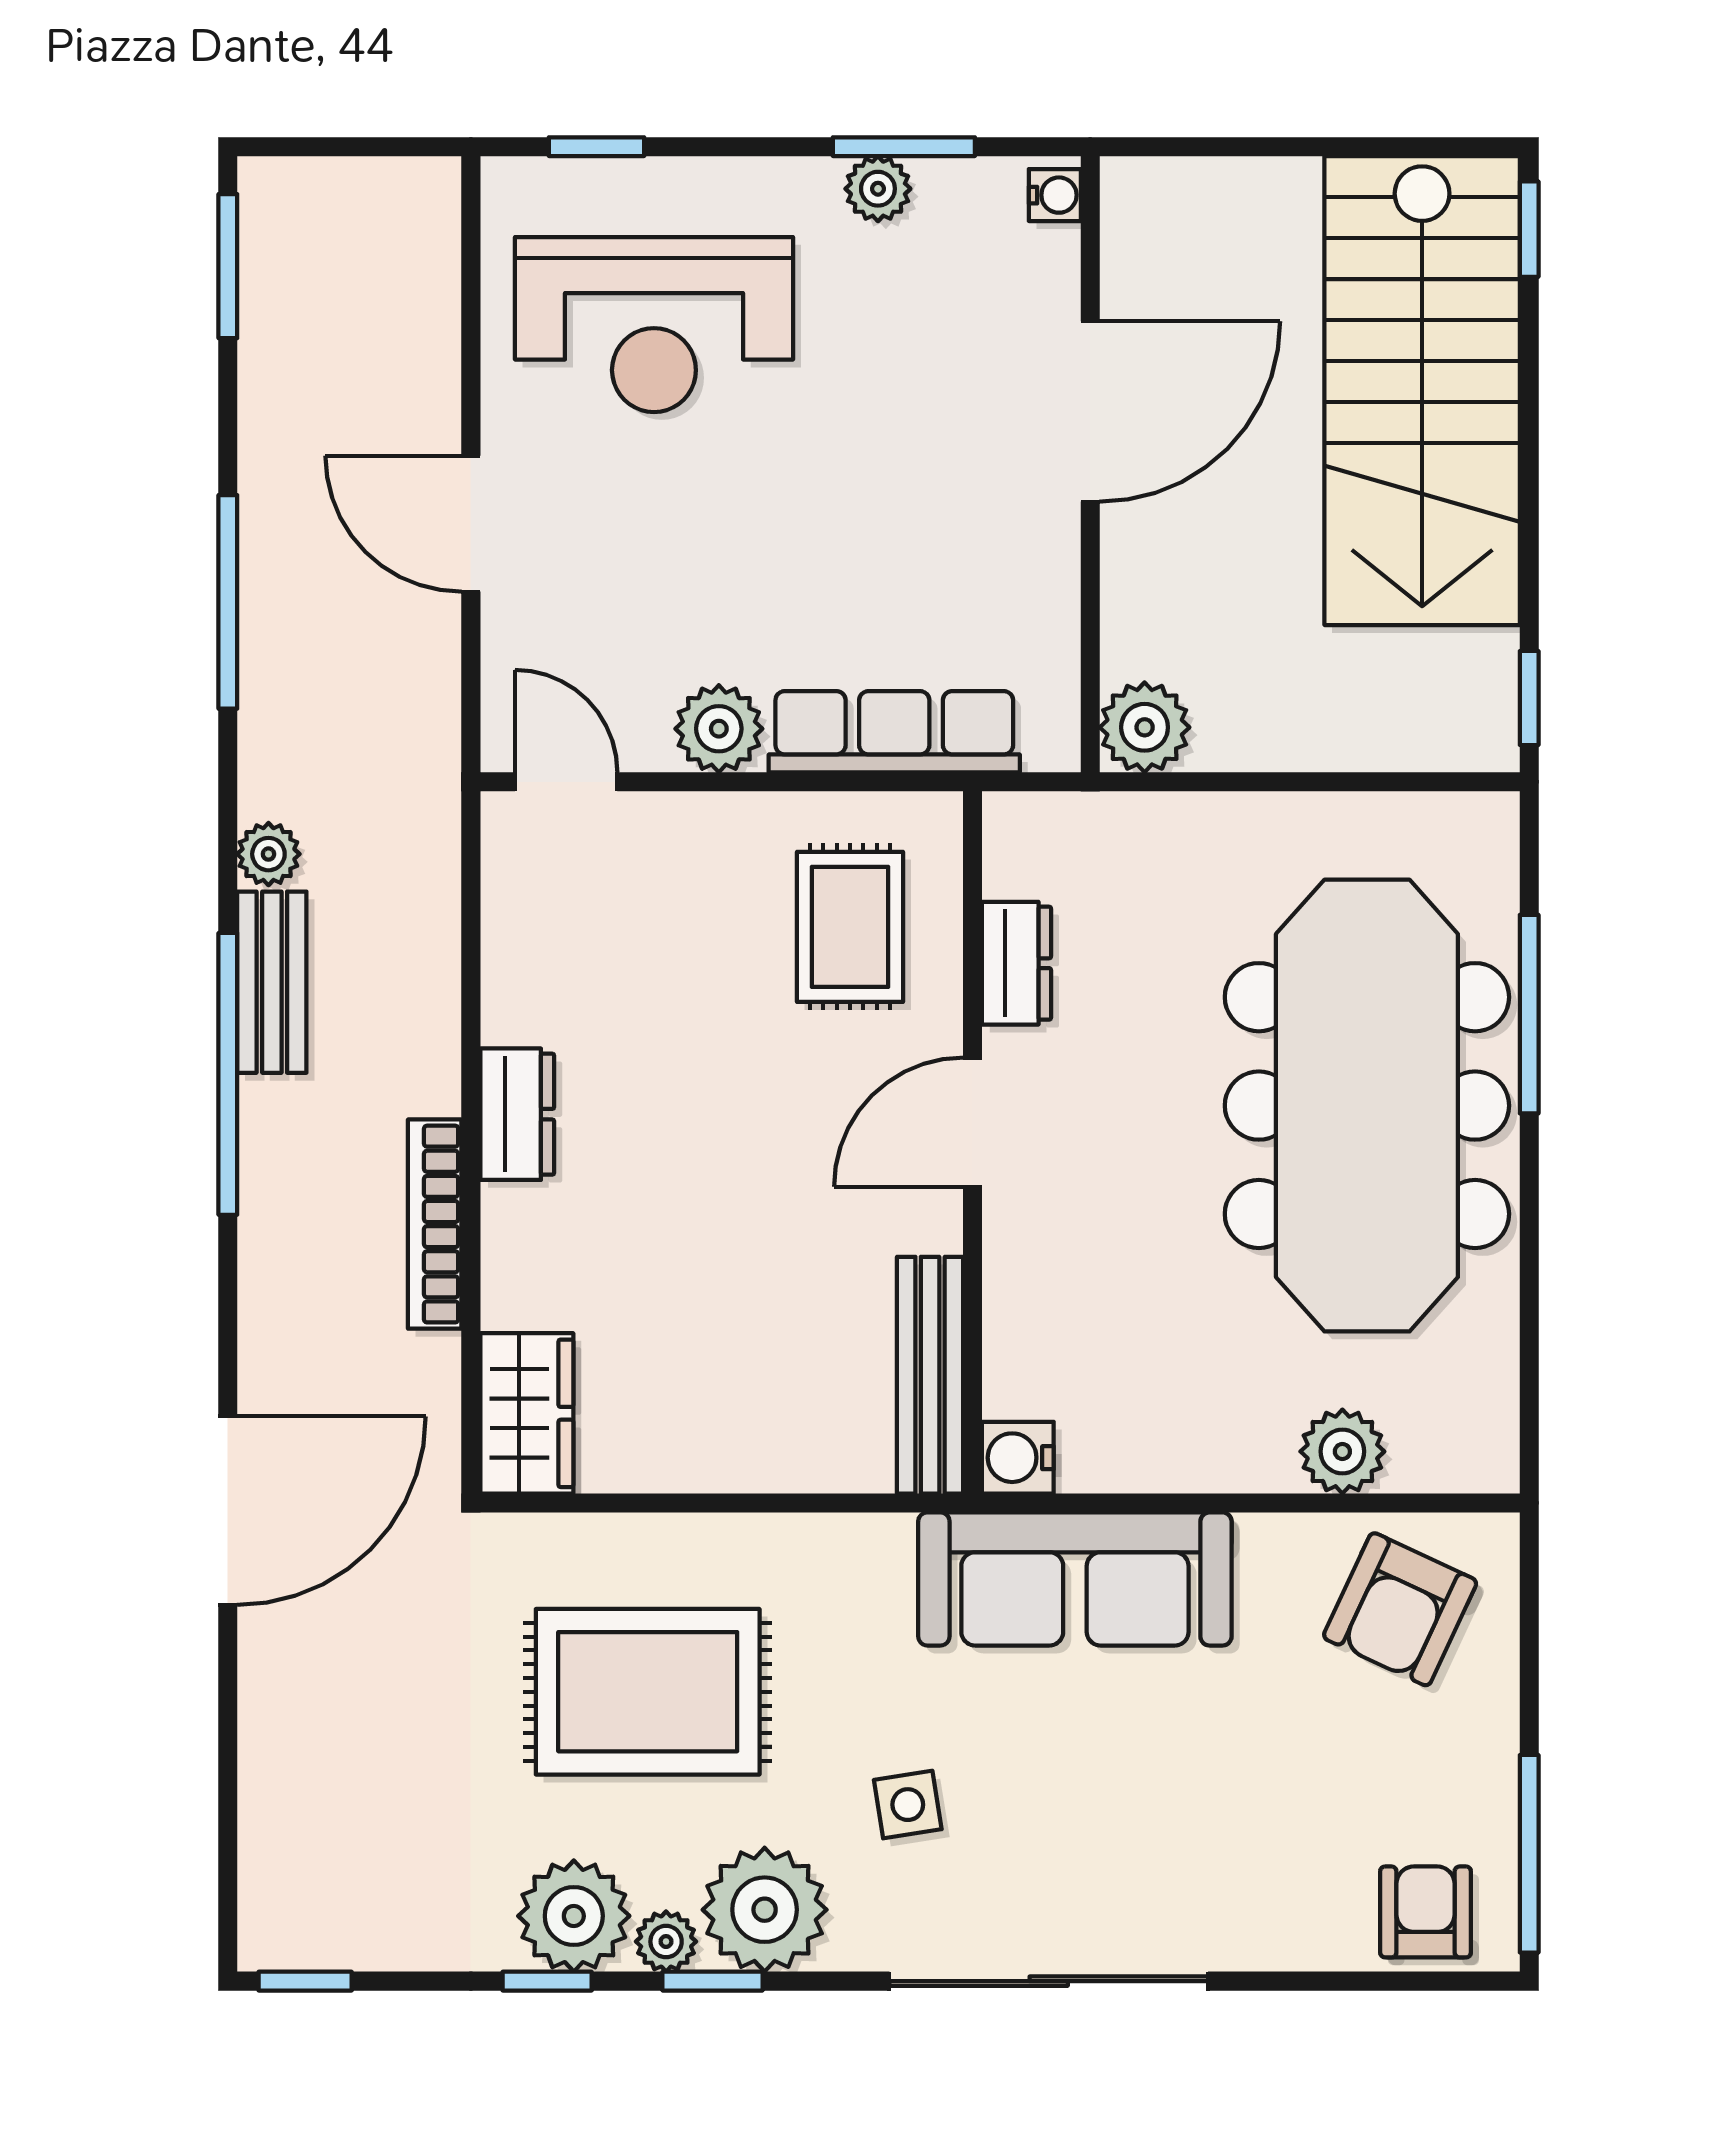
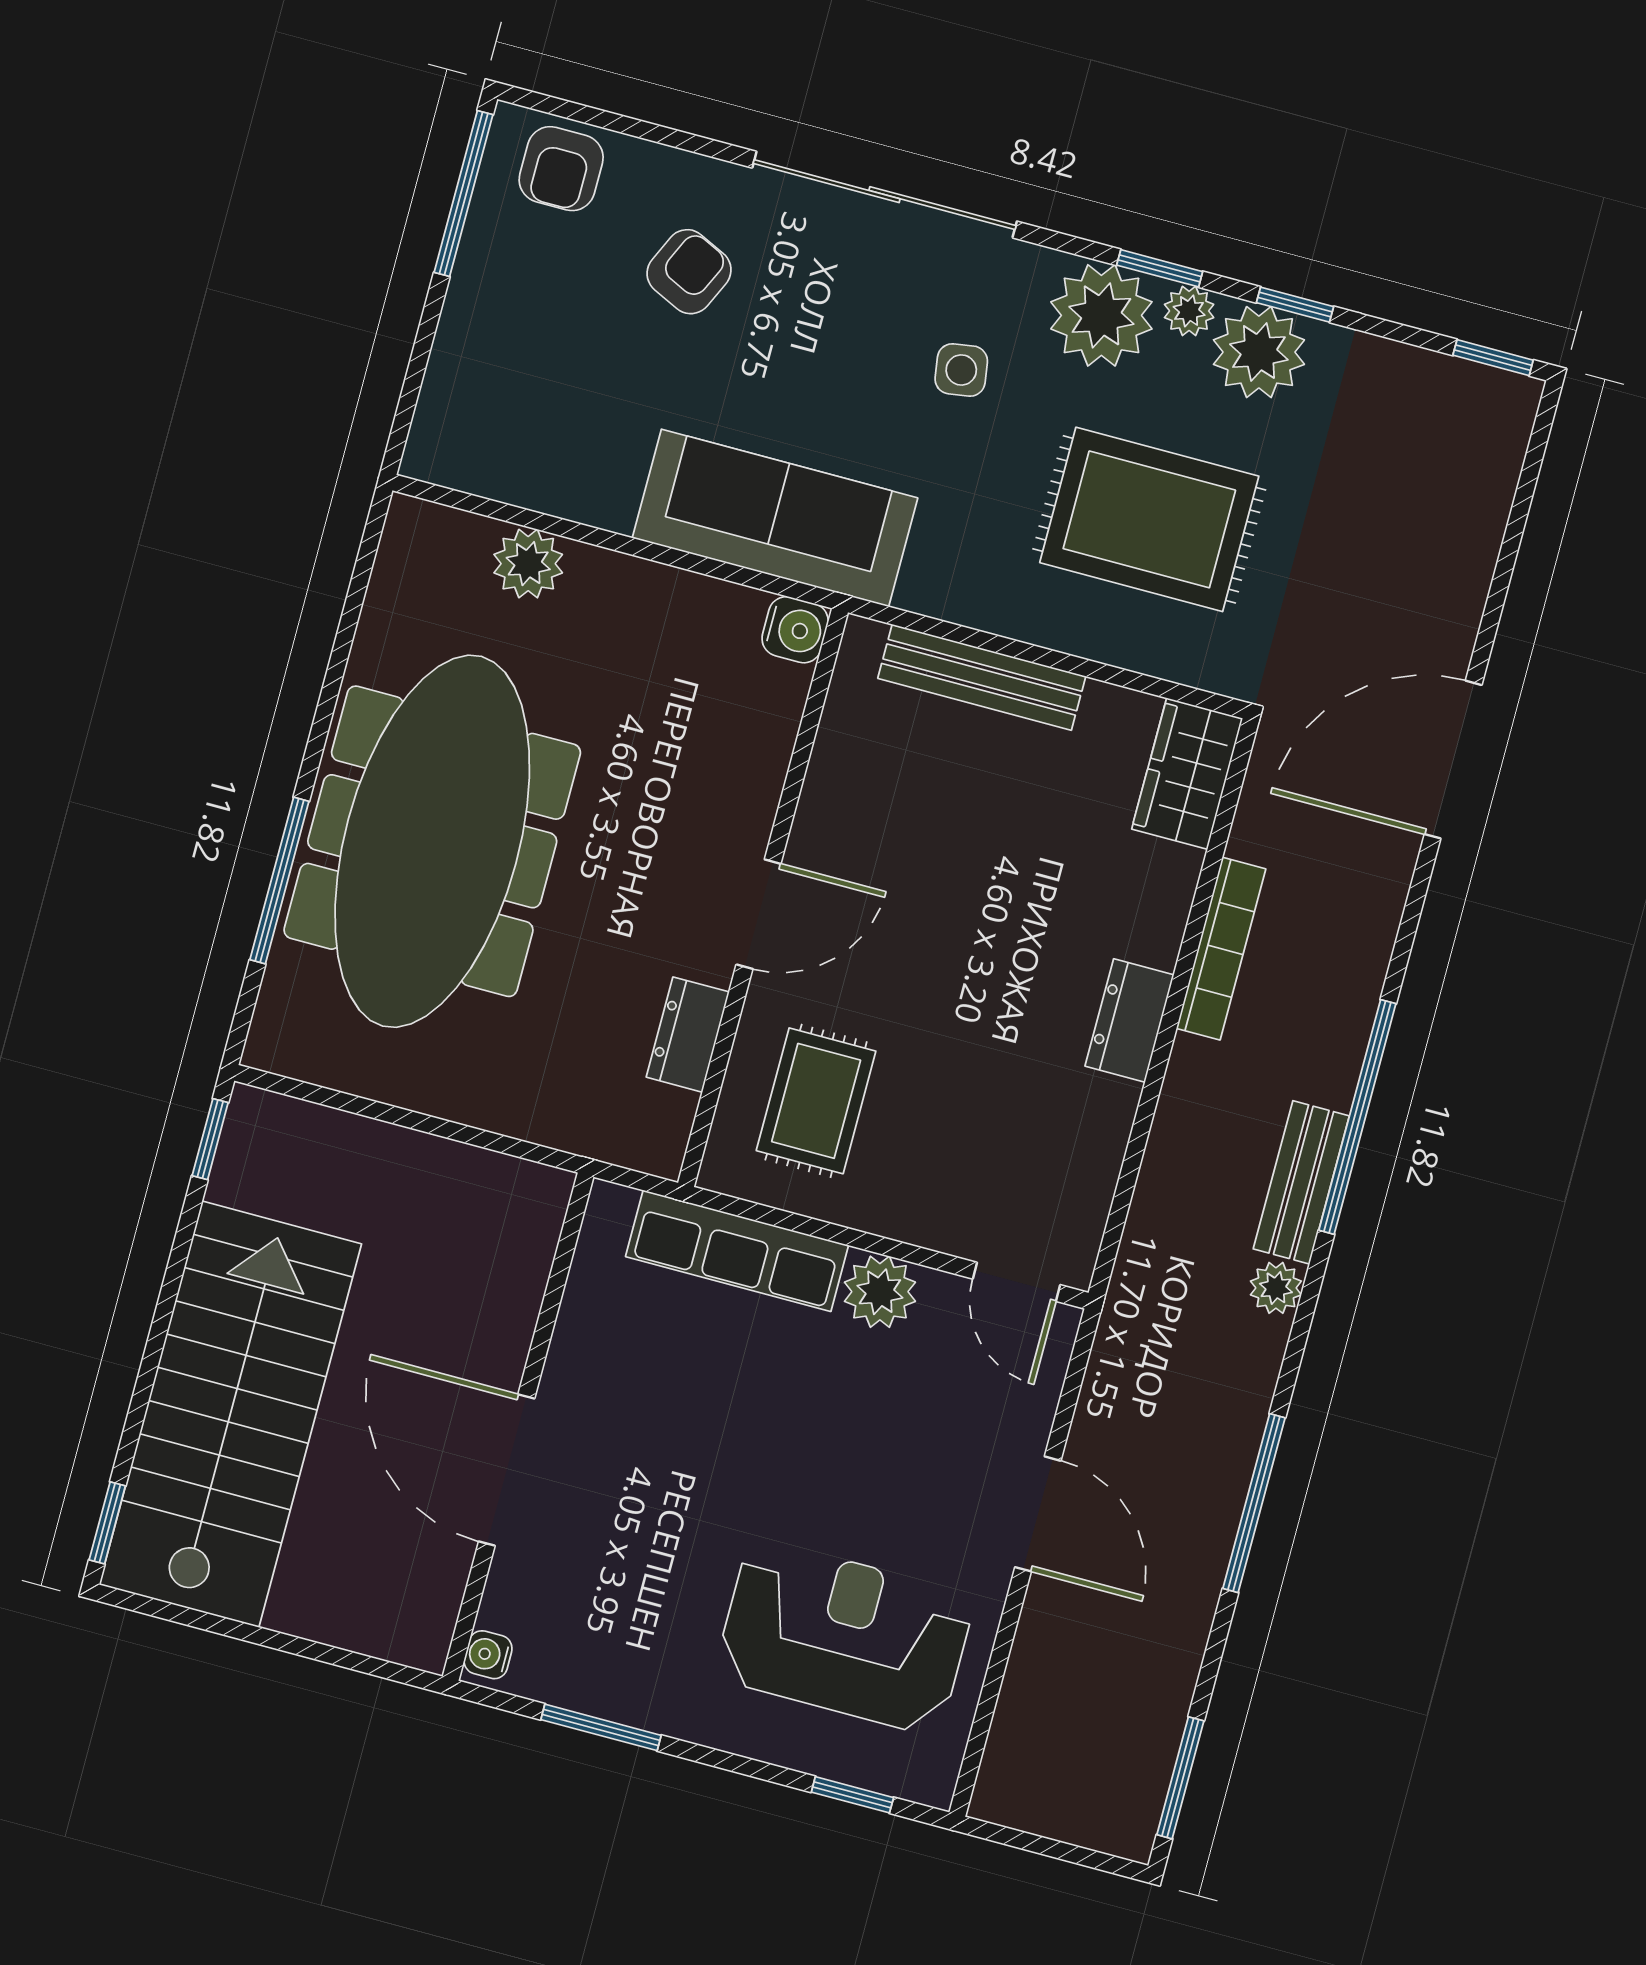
plant: (878, 189) -> (631, 1699), removed
door: (1090, 411) -> (507, 1470), hinge flipped
plant: (1145, 727) -> (531, 1200), removed
bench: (930, 1375) -> (982, 677), moved, turned 90
armchair: (1400, 1609) -> (689, 272), moved, width x0.72, depth x0.72

